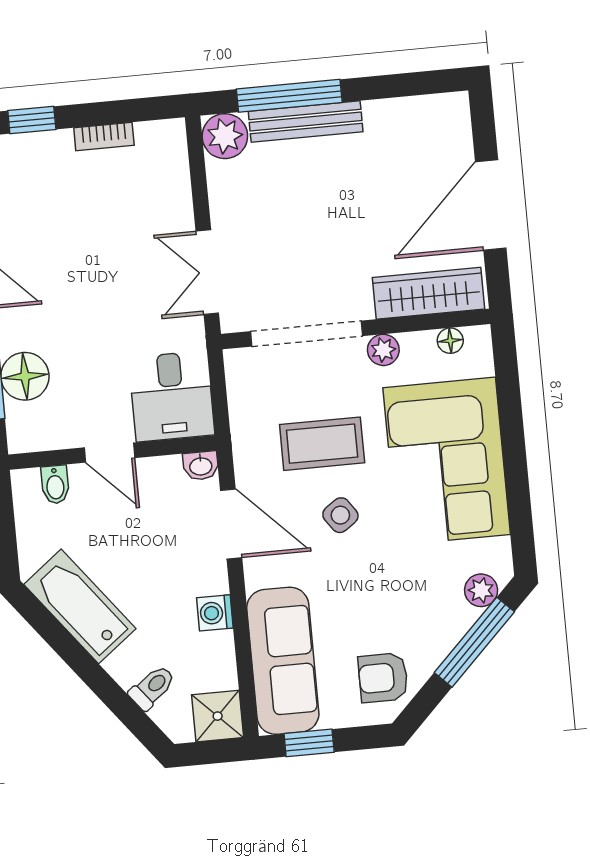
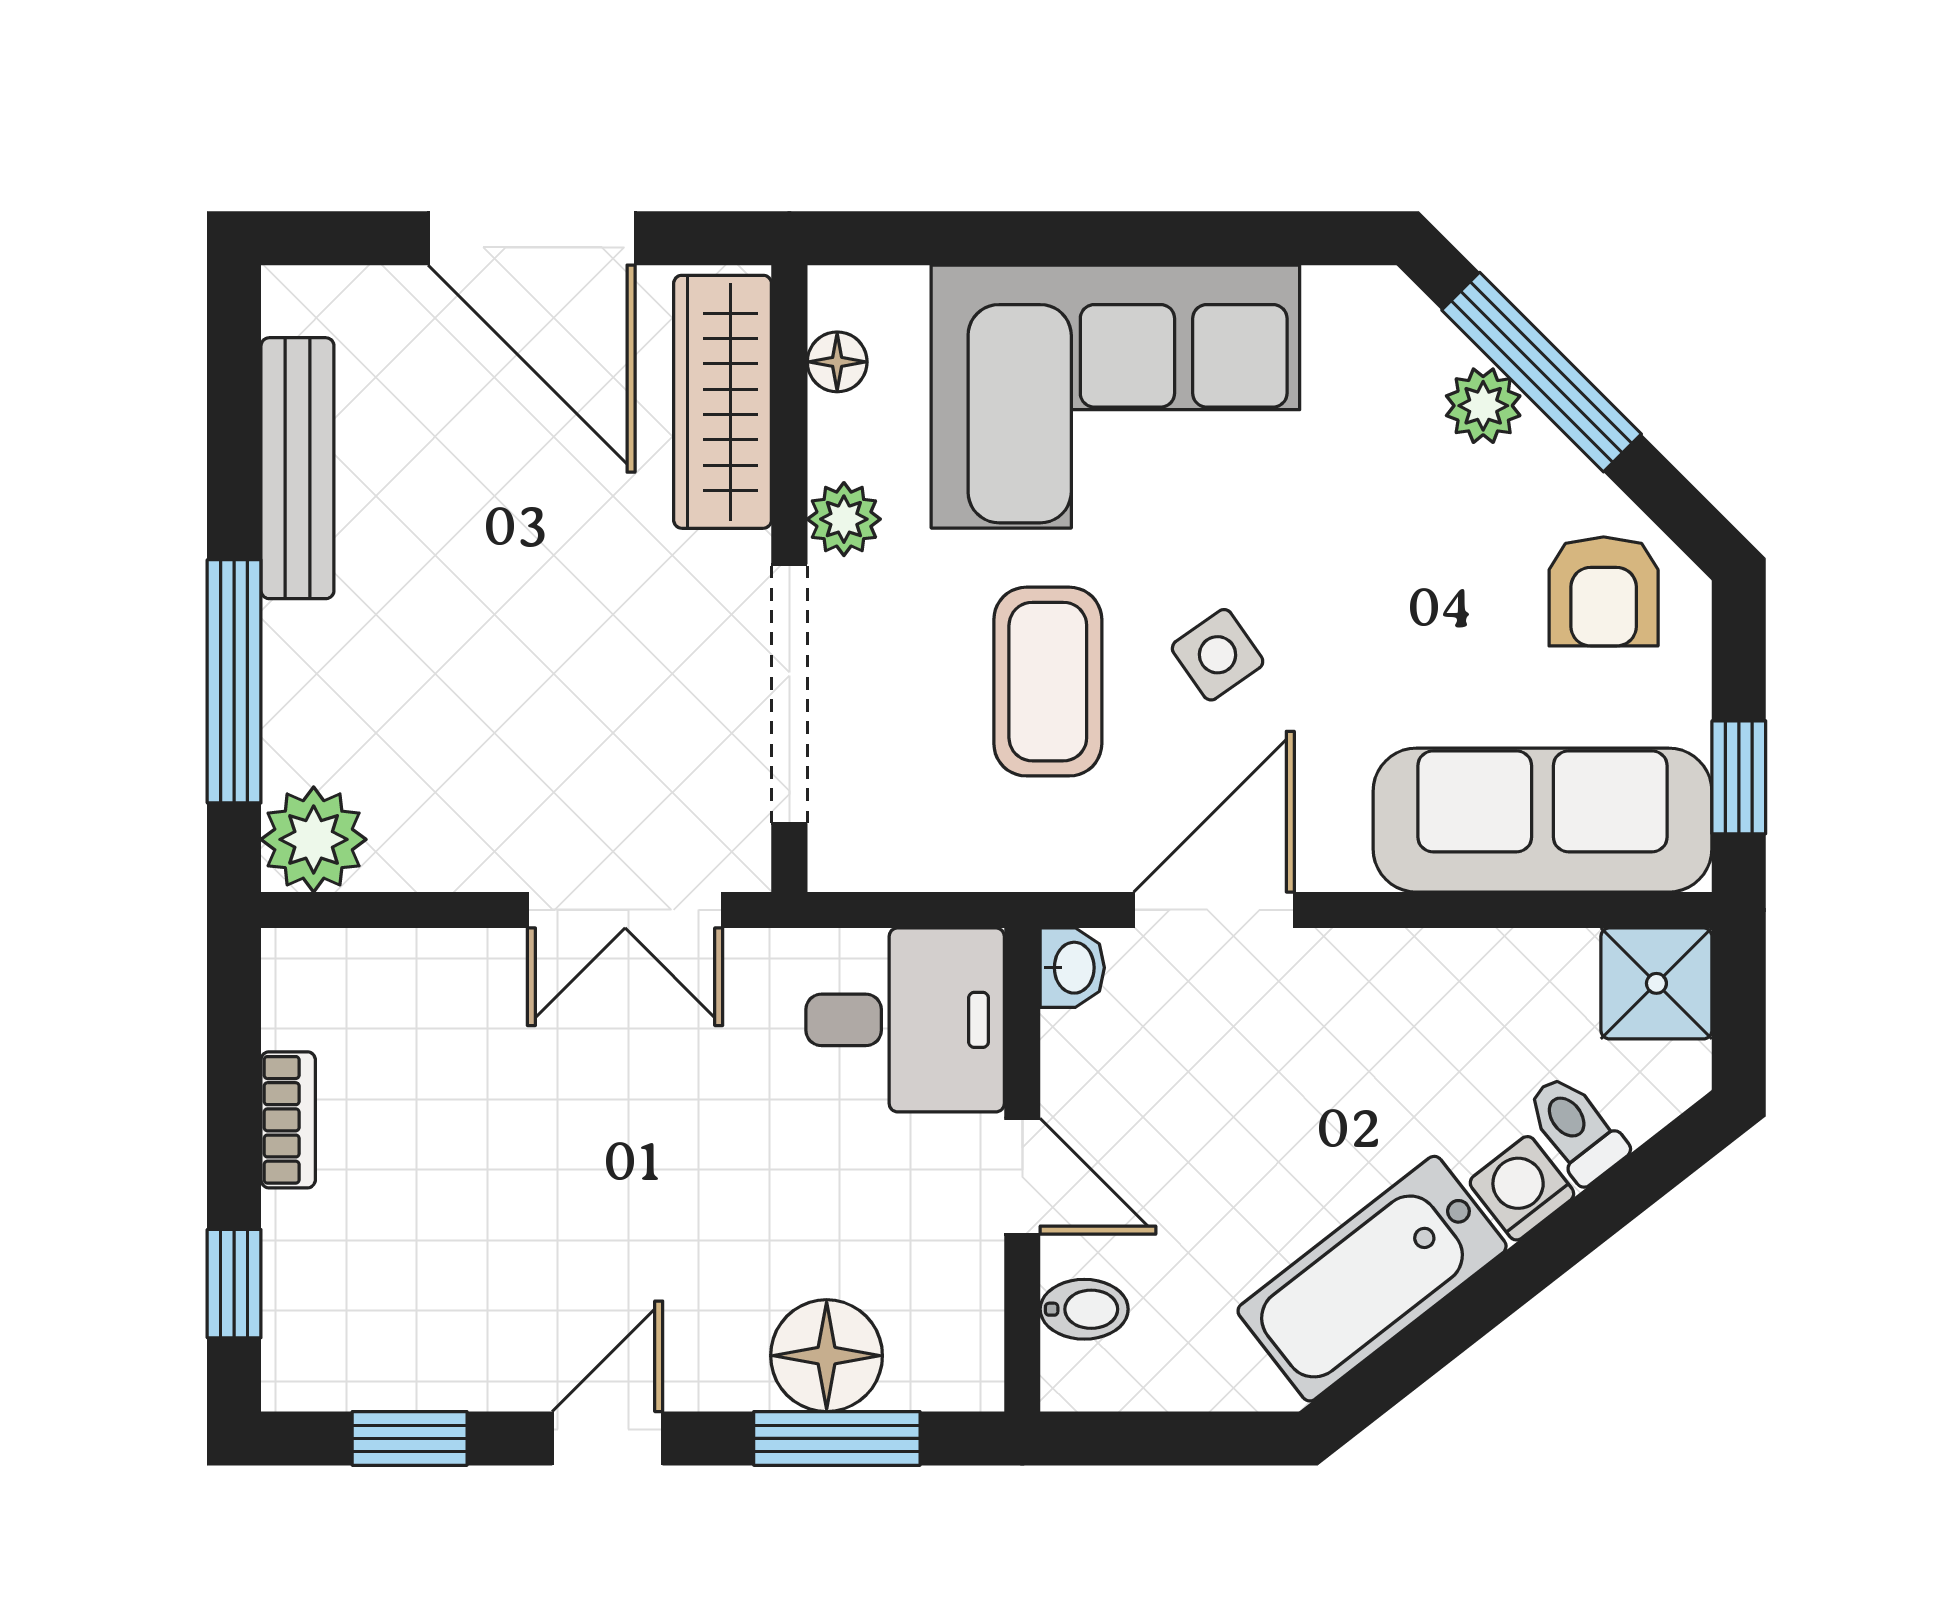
bench: (306, 121) -> (297, 468), moved
door: (110, 453) -> (1022, 1176), hinge flipped
plant: (481, 590) -> (1483, 406), moved
washing machine: (215, 613) -> (1522, 1188), moved, turned 142

